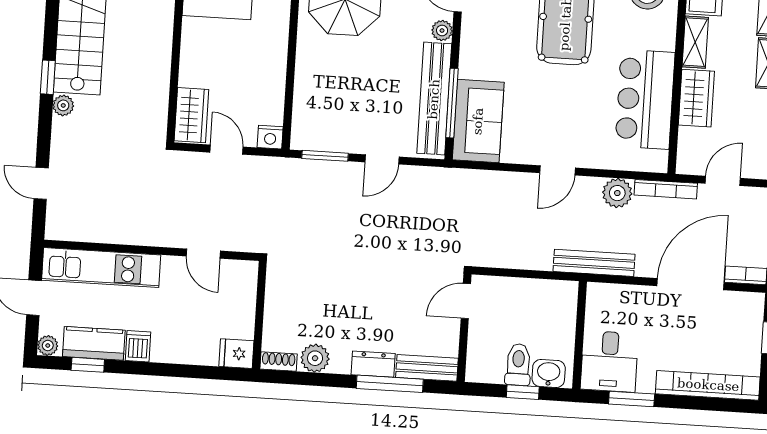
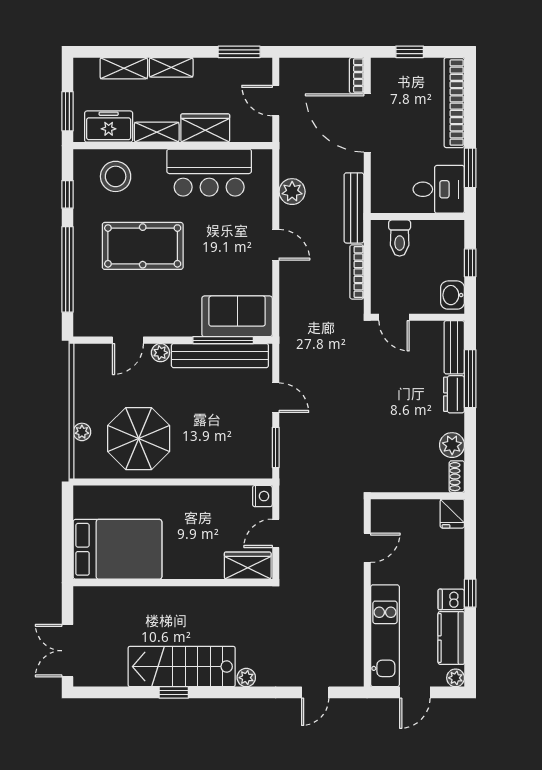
window: (48, 77) -> (174, 692), moved
bookcase: (666, 189) -> (357, 272), moved, turned 180
window: (88, 365) -> (470, 593), moved
toilet: (518, 365) -> (400, 238), moved, turned -90
washbasin: (549, 373) -> (453, 295), moved

